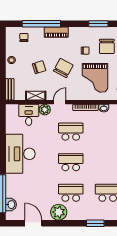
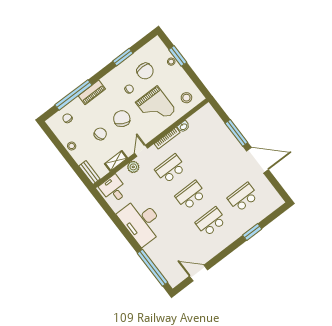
desk: (29, 115) -> (114, 189), moved
washbasin: (11, 205) -> (167, 272), removed
plant: (59, 212) -> (213, 247), removed

